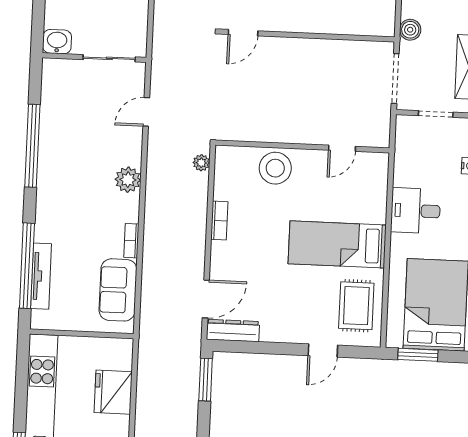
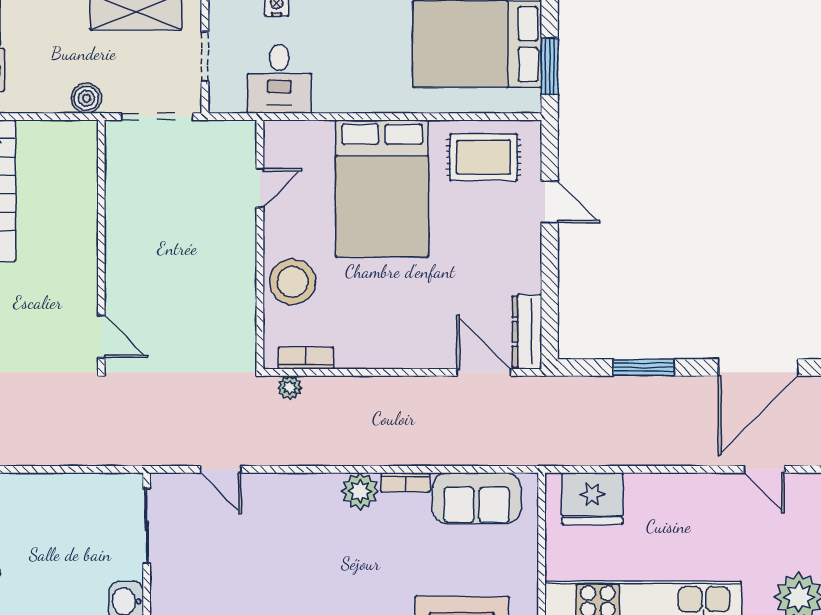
door: (342, 148) -> (260, 188), hinge flipped
plant: (128, 180) -> (360, 491), moved
desk: (416, 211) -> (279, 79), moved
bookcase: (219, 220) -> (306, 358), moved
bed: (337, 244) -> (382, 188), width x1.50
window: (206, 380) -> (644, 367), moved
fridge: (113, 392) -> (592, 499), moved

